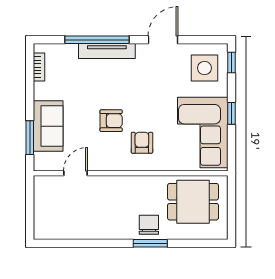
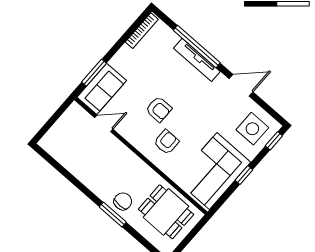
bookcase: (39, 67) -> (142, 31), width x1.56
sofa: (48, 126) -> (102, 89), moved

